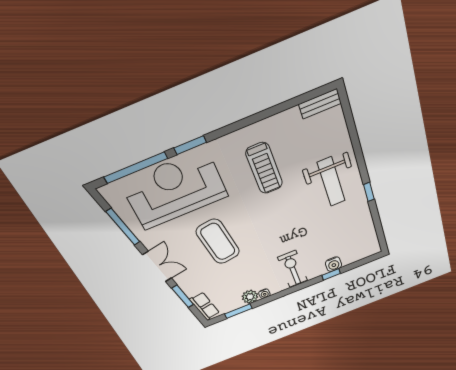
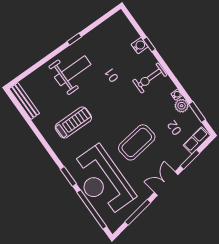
bench: (320, 104) -> (24, 101), width x1.36

